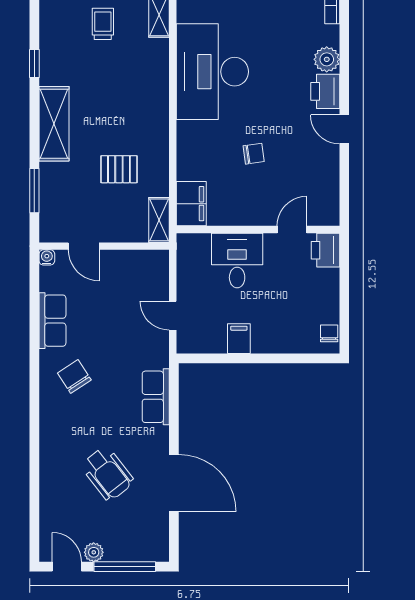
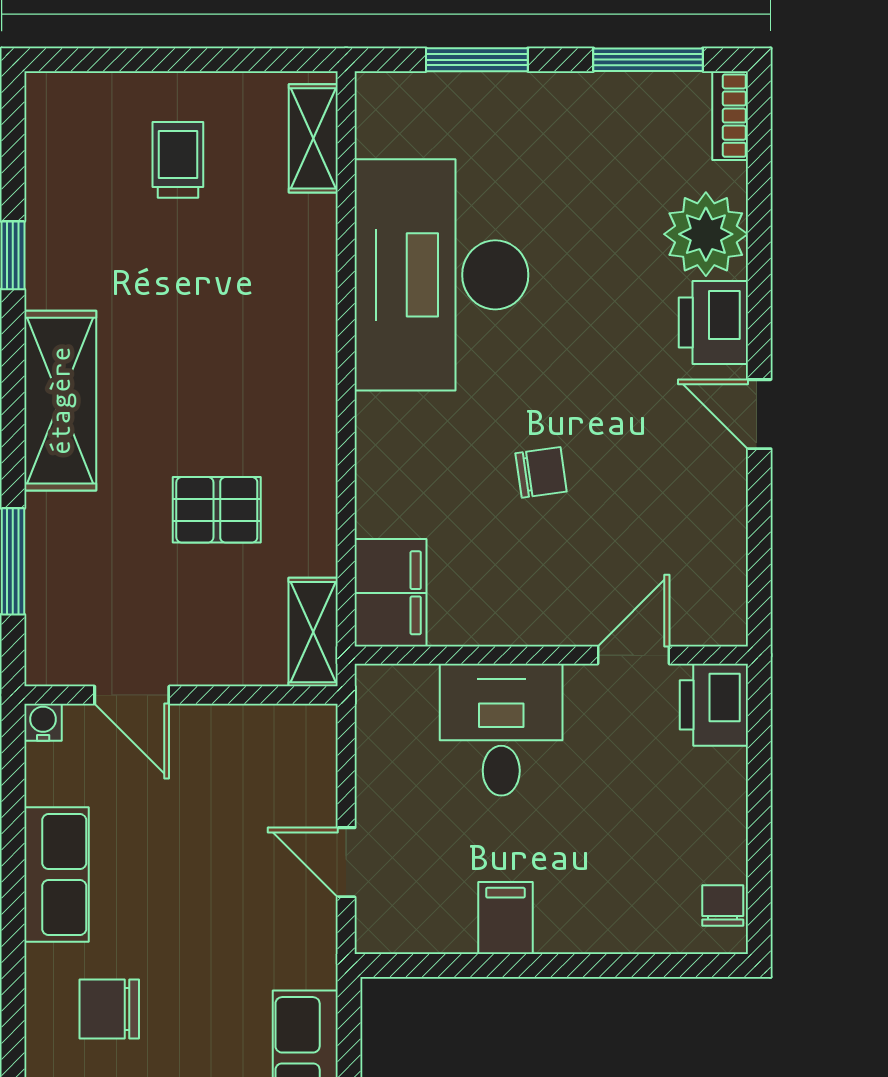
plant: (327, 59) -> (706, 234), width x1.36, depth x1.36
chair: (74, 377) -> (109, 1009), turned -57

